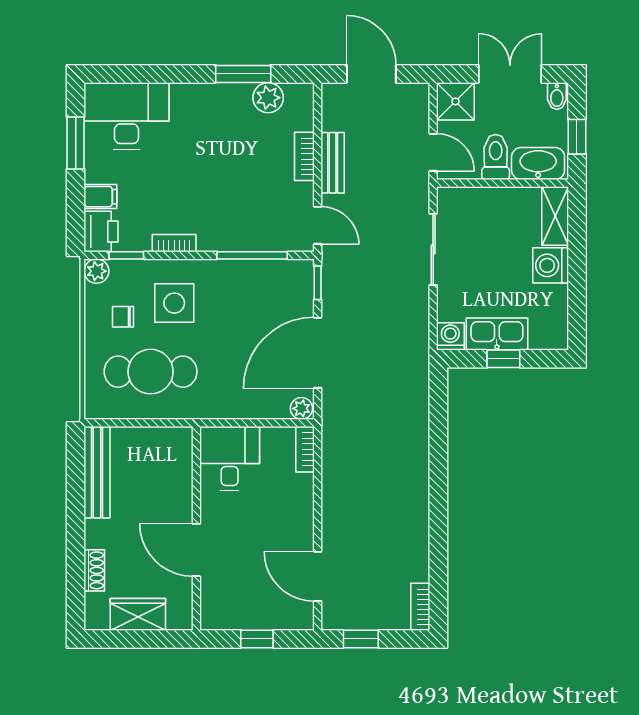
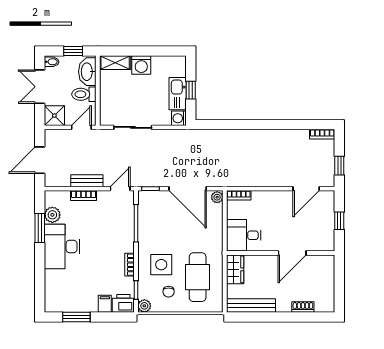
desk: (126, 116) -> (62, 246), moved
wardrobe: (138, 614) -> (235, 269), moved, turned 180

